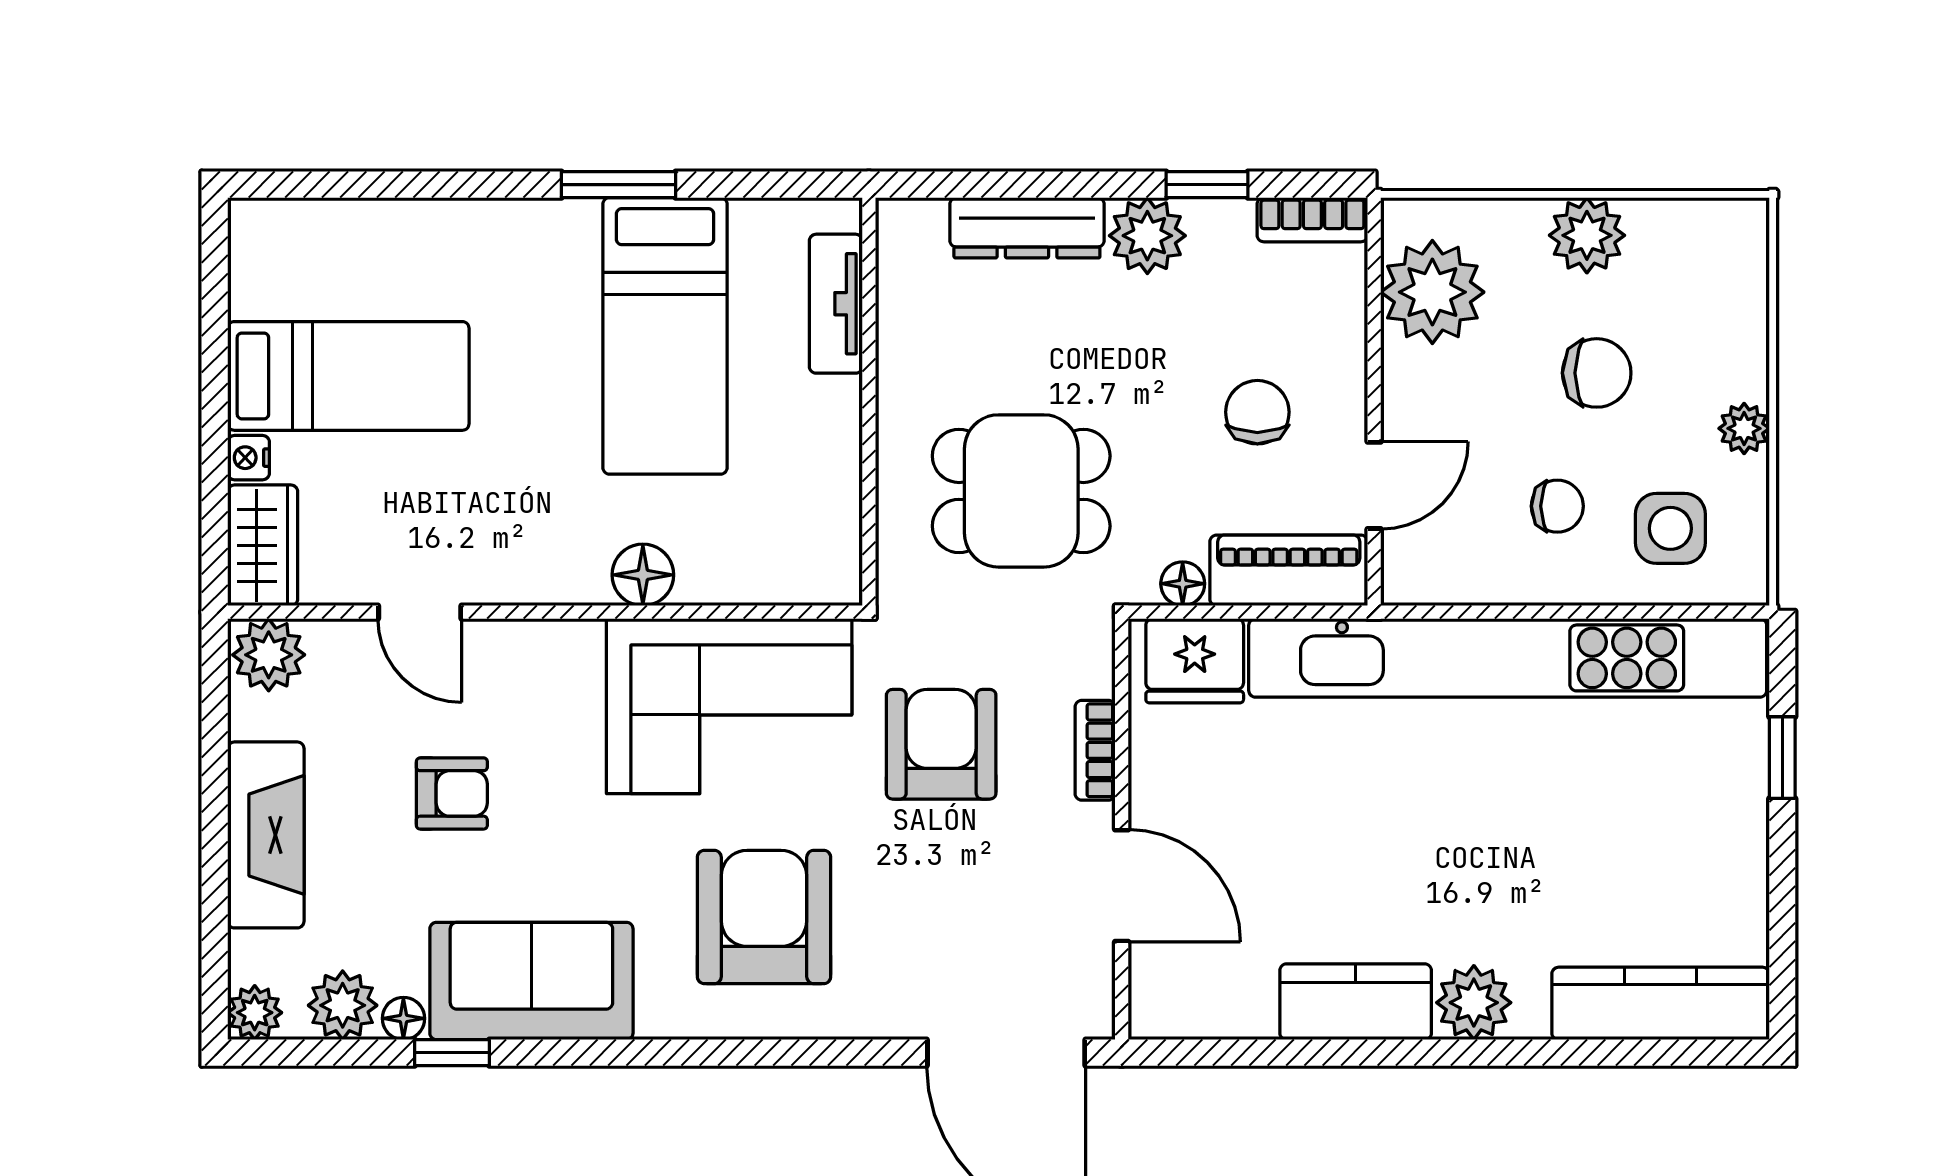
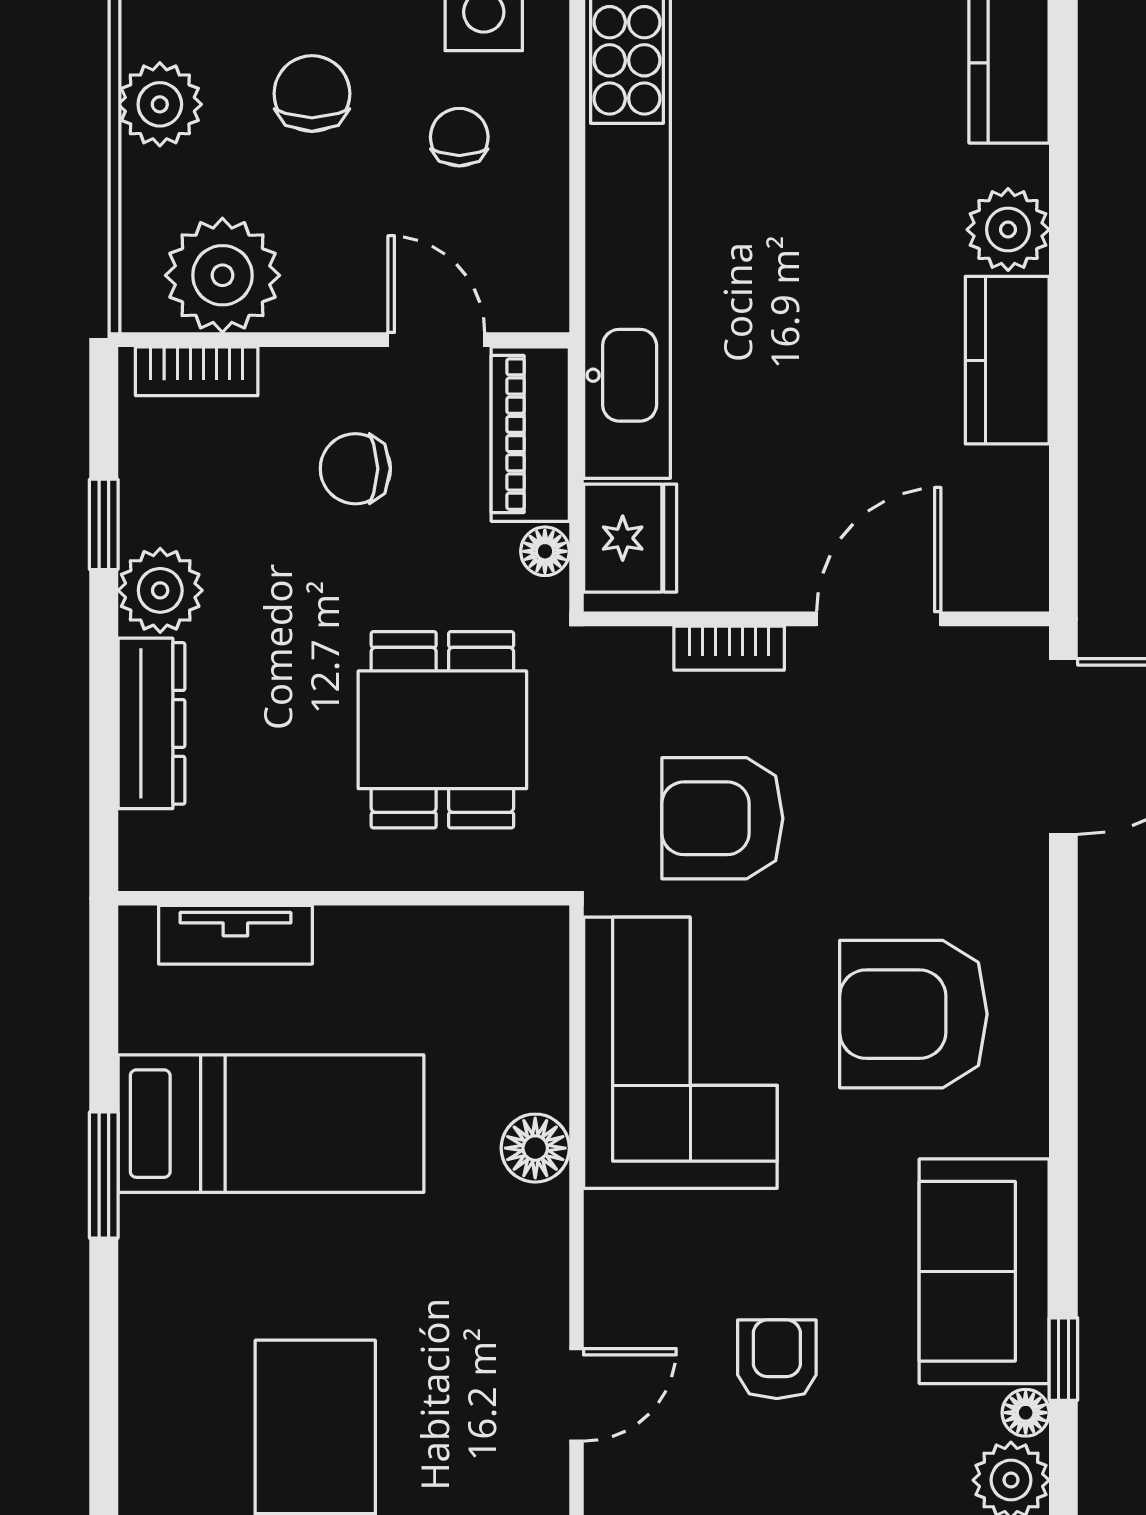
bookcase: (1312, 220) -> (197, 371), moved, turned 90

